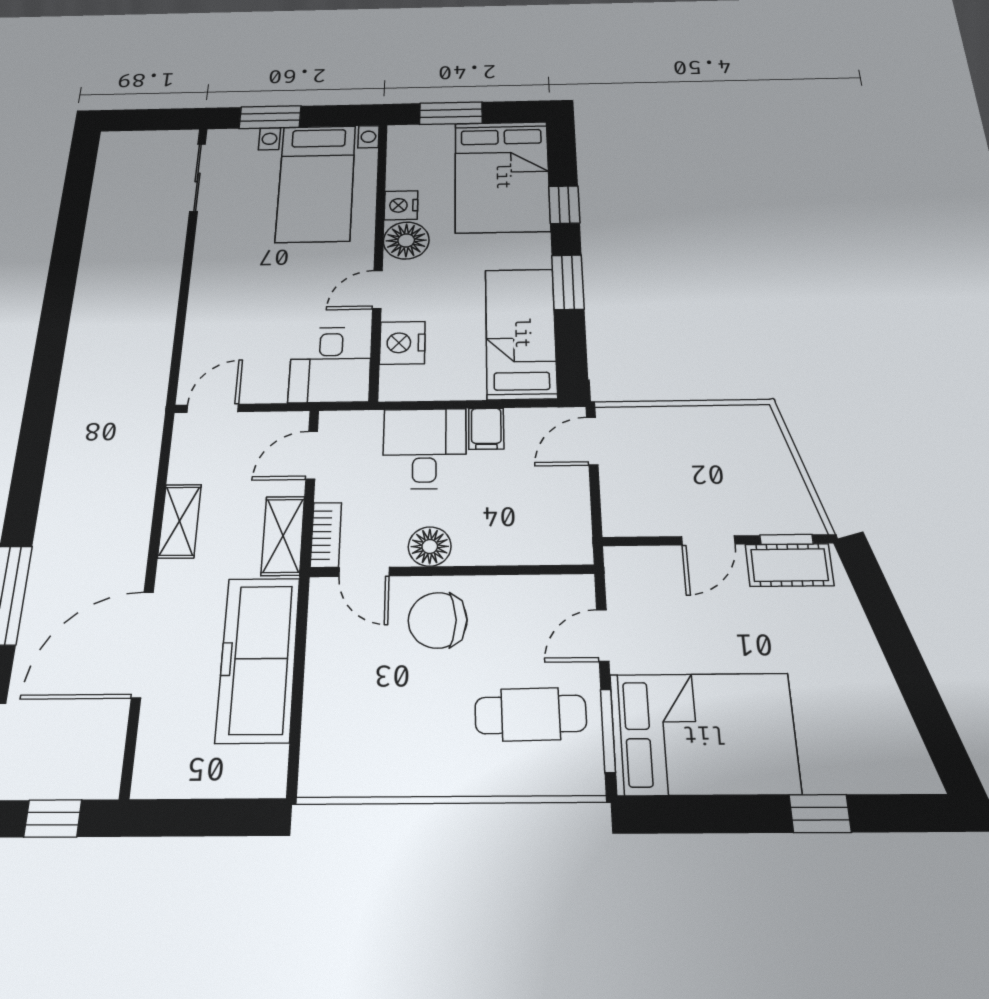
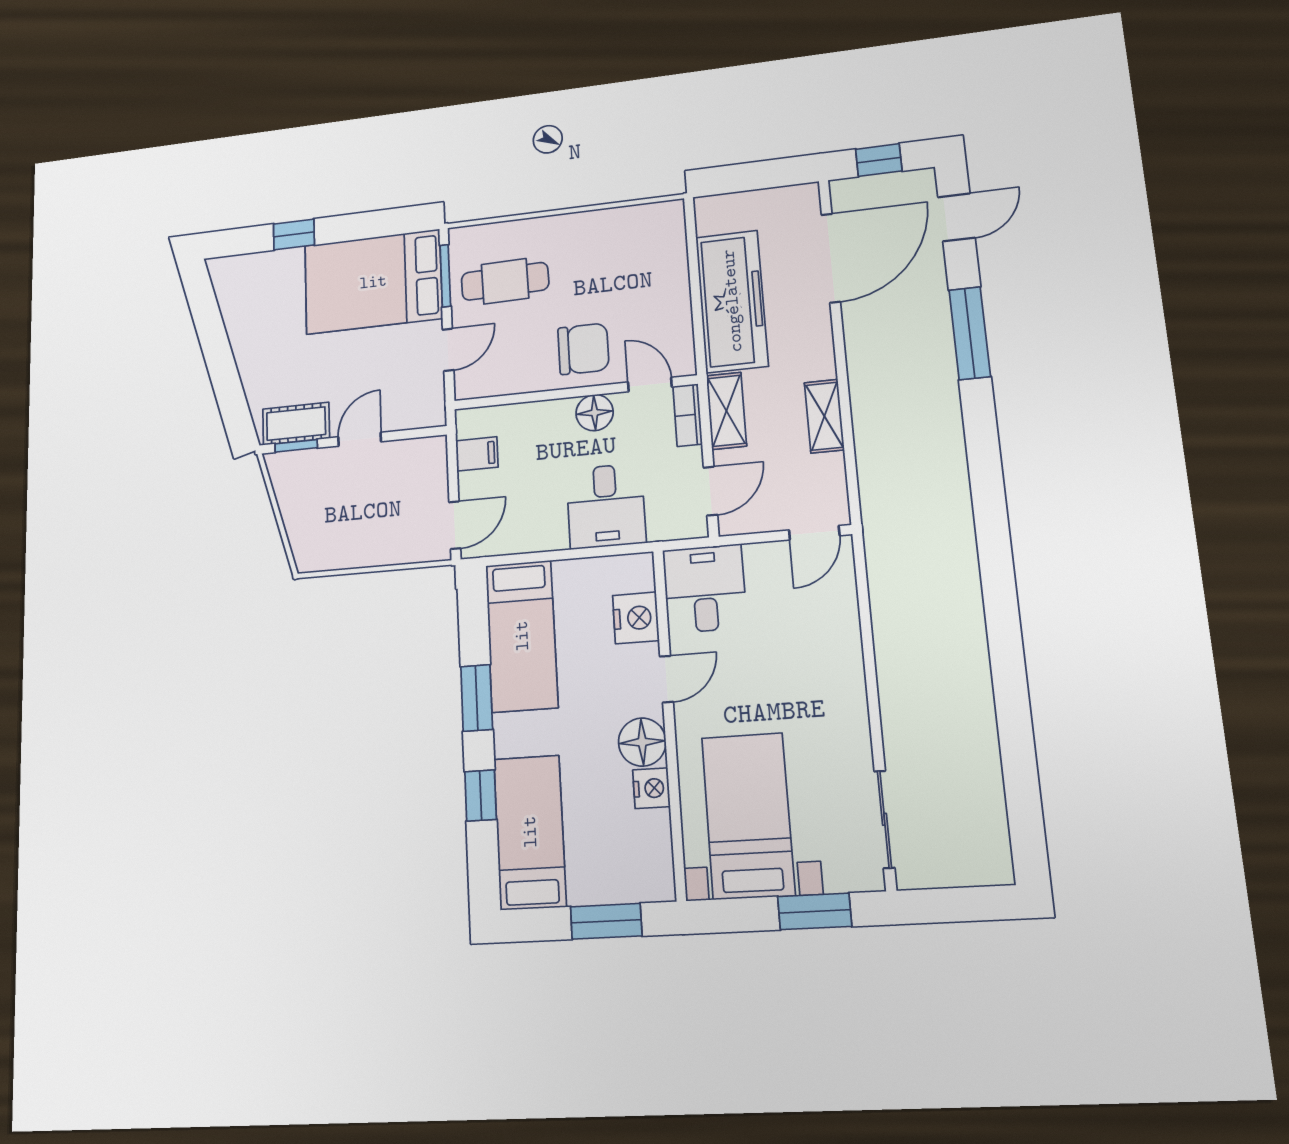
bed: (502, 176) -> (530, 832), width x0.67
filing cabinet: (486, 429) -> (477, 454), moved, turned 90
door: (142, 644) -> (831, 258), moved

